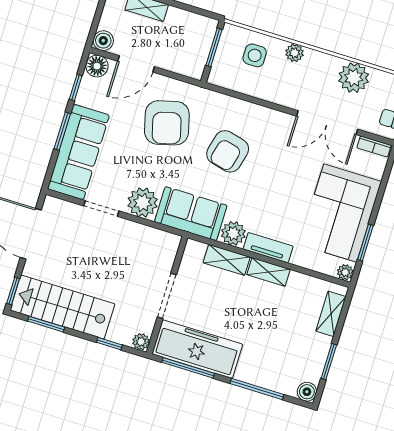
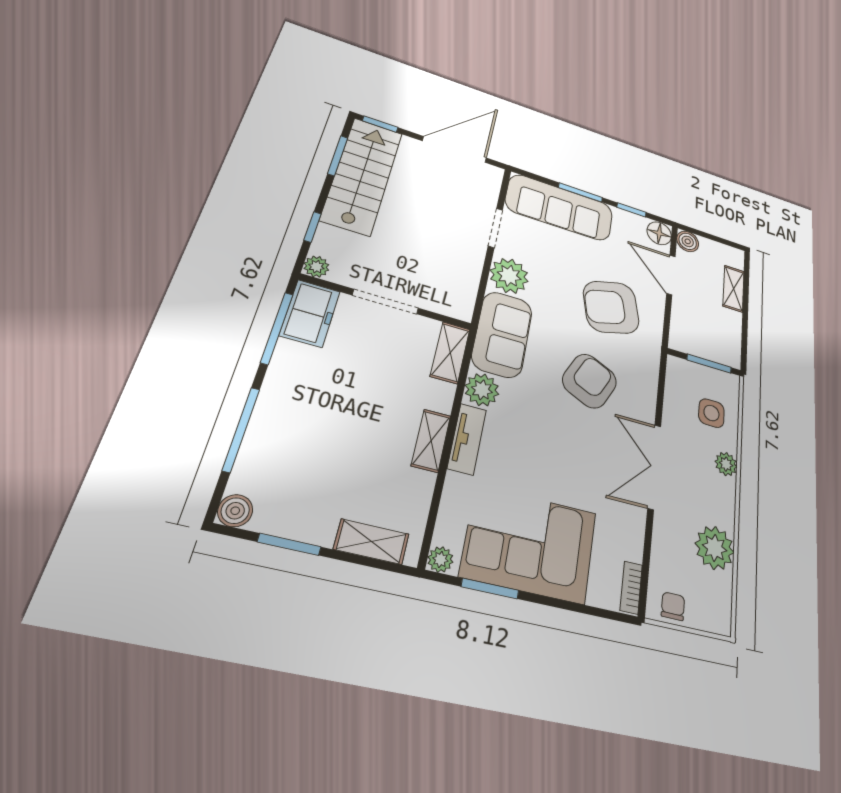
double door: (327, 123) -> (654, 467), moved
armchair: (228, 151) -> (590, 381), turned 101
shelving: (227, 260) -> (450, 353), moved
freezer: (197, 349) -> (310, 313), width x0.52, depth x0.79

